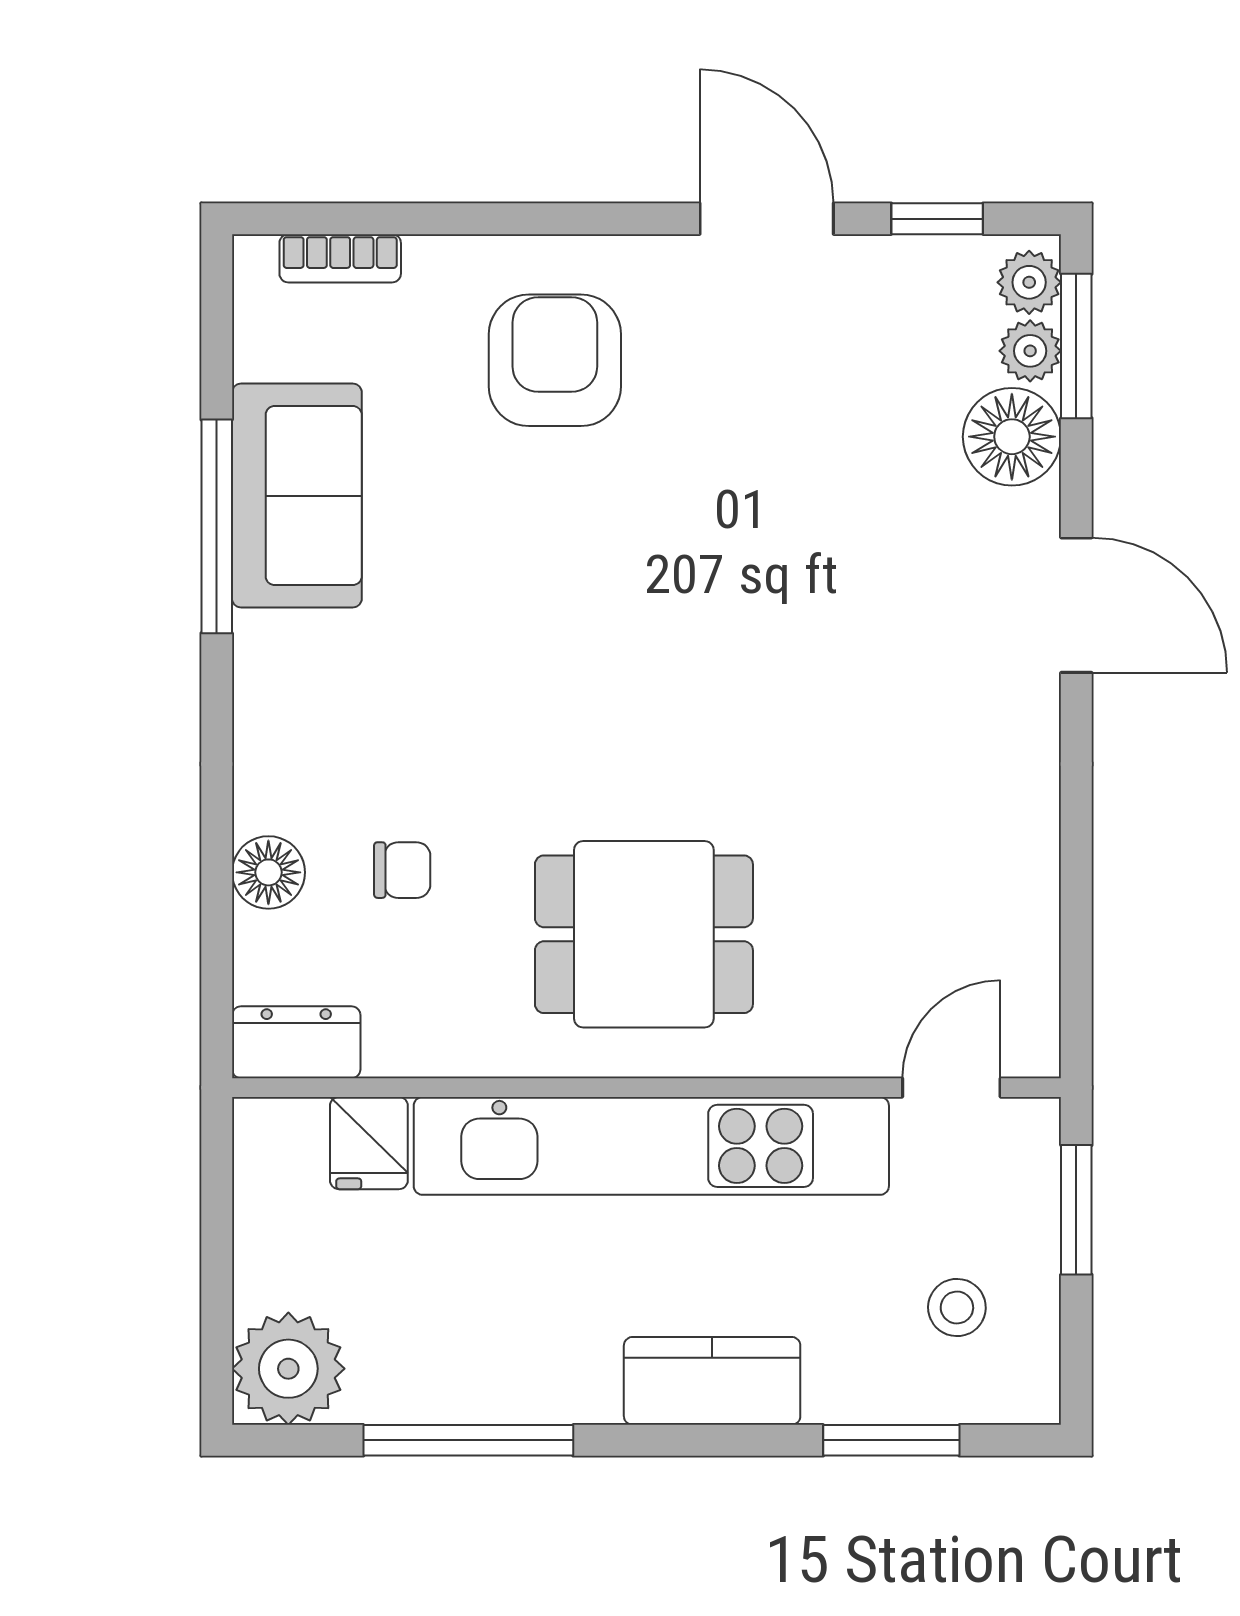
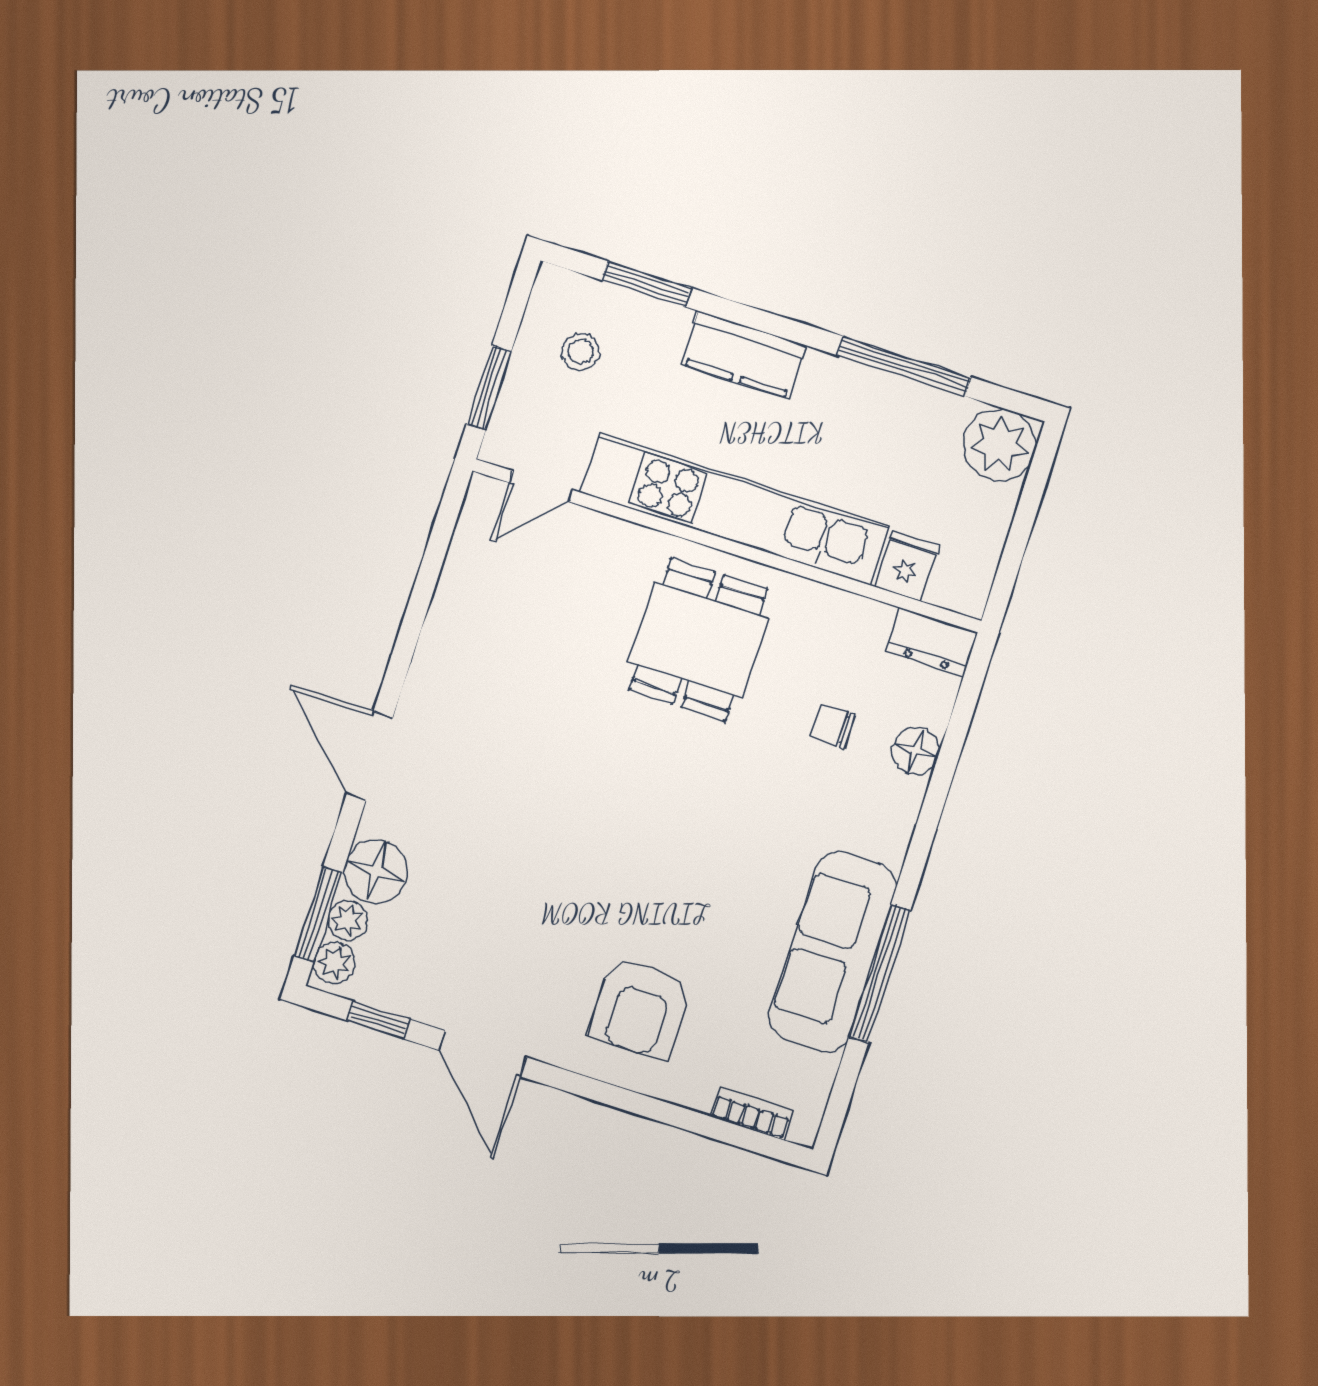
sofa: (297, 496) -> (833, 951), width x1.36
dining table: (644, 934) -> (698, 640), turned 90

